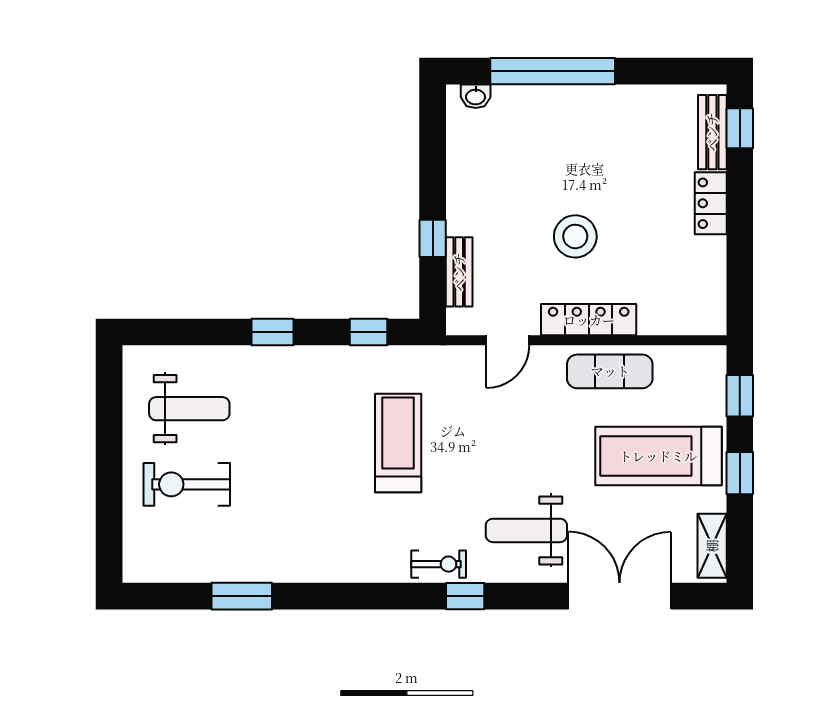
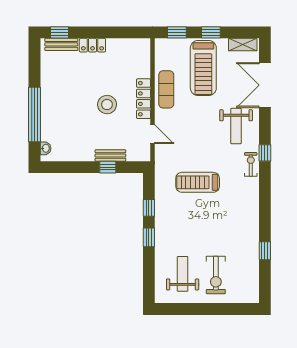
bench: (459, 272) -> (110, 155), moved
window: (368, 332) -> (149, 208), moved
window: (242, 596) -> (265, 251), width x0.67

